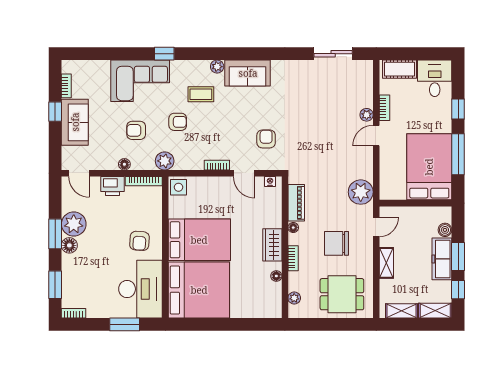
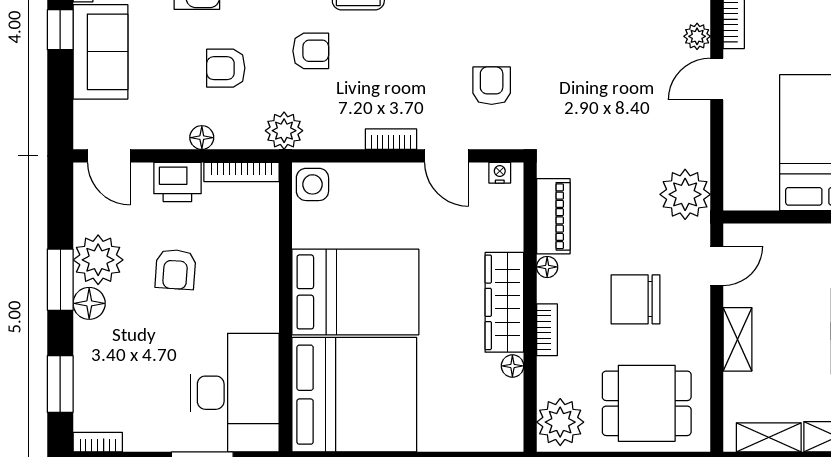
armchair: (139, 241) -> (175, 269), moved
wardrobe: (272, 245) -> (504, 302), width x1.50
plant: (294, 298) -> (560, 422), width x1.87, depth x1.87

